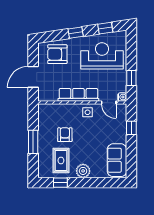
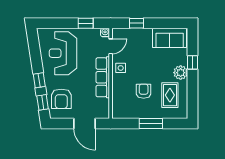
window: (105, 28) -> (43, 102), moved
armchair: (65, 135) -> (144, 91), turned 90
rug: (61, 160) -> (170, 95), turned 90
window: (60, 183) -> (193, 62), moved

